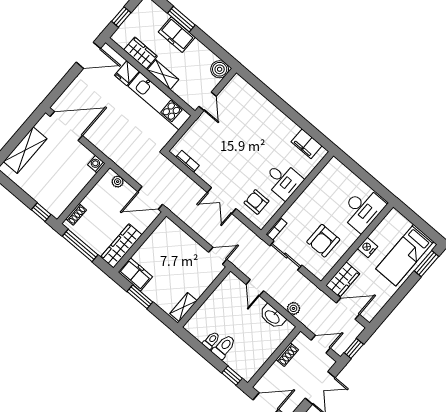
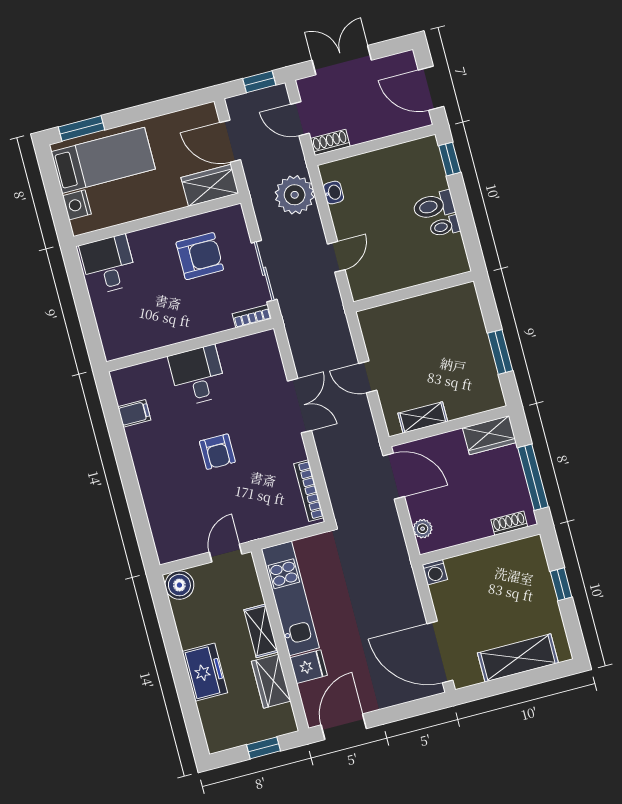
window: (181, 19) -> (184, 689), removed
door: (88, 55) -> (344, 727), hinge flipped
filing cabinet: (307, 144) -> (134, 413), width x0.50
bookcase: (188, 161) -> (309, 491), width x1.56
armchair: (256, 202) -> (217, 452), moved
desk: (362, 209) -> (108, 265), width x0.73
window: (41, 212) -> (561, 584), moved
wardrobe: (121, 246) -> (489, 435), width x0.67
nightstand: (368, 247) -> (77, 205), moved, turned 90
door: (218, 256) -> (368, 377), moved
freezer: (135, 274) -> (485, 387), removed
shelving: (183, 307) -> (423, 417), moved
plant: (293, 308) -> (295, 195), width x1.87, depth x1.87
washbasin: (272, 317) -> (333, 193), width x0.52, depth x0.69
shoe rack: (287, 355) -> (330, 142), moved

